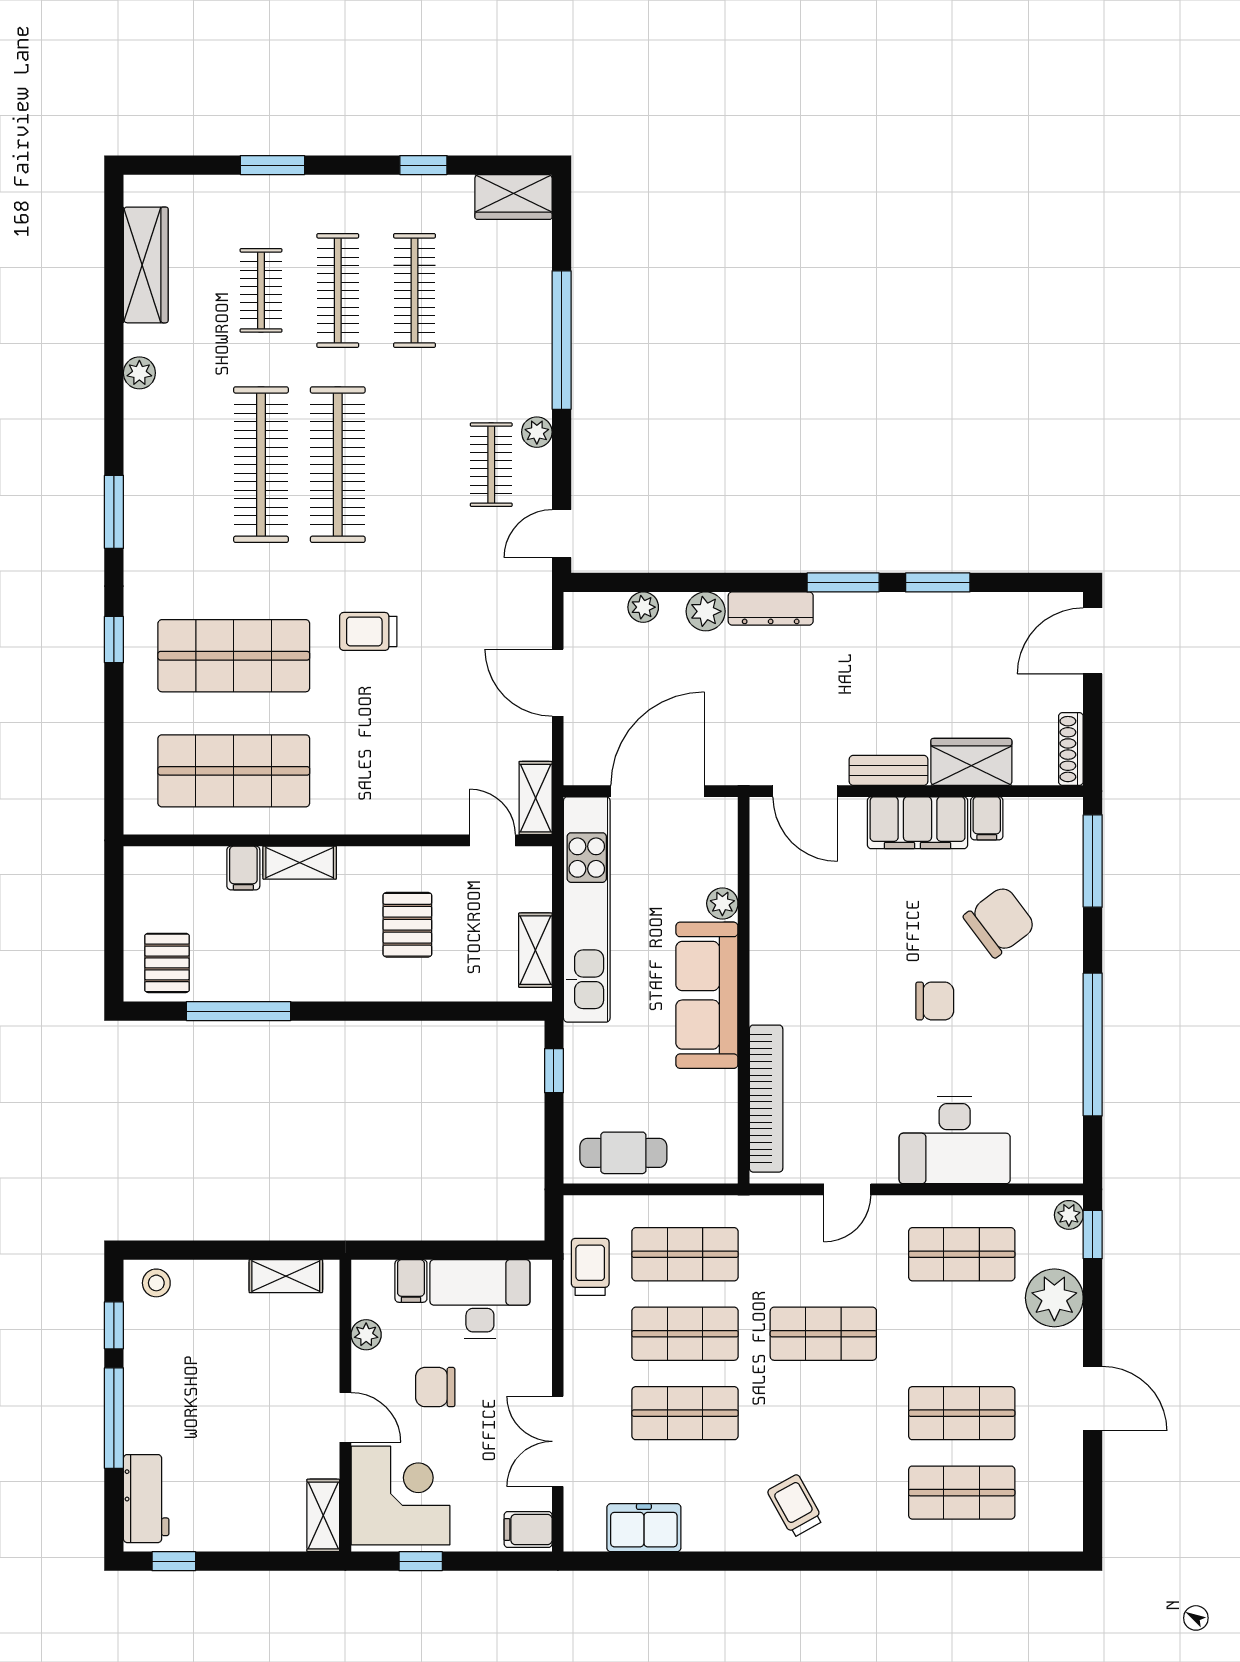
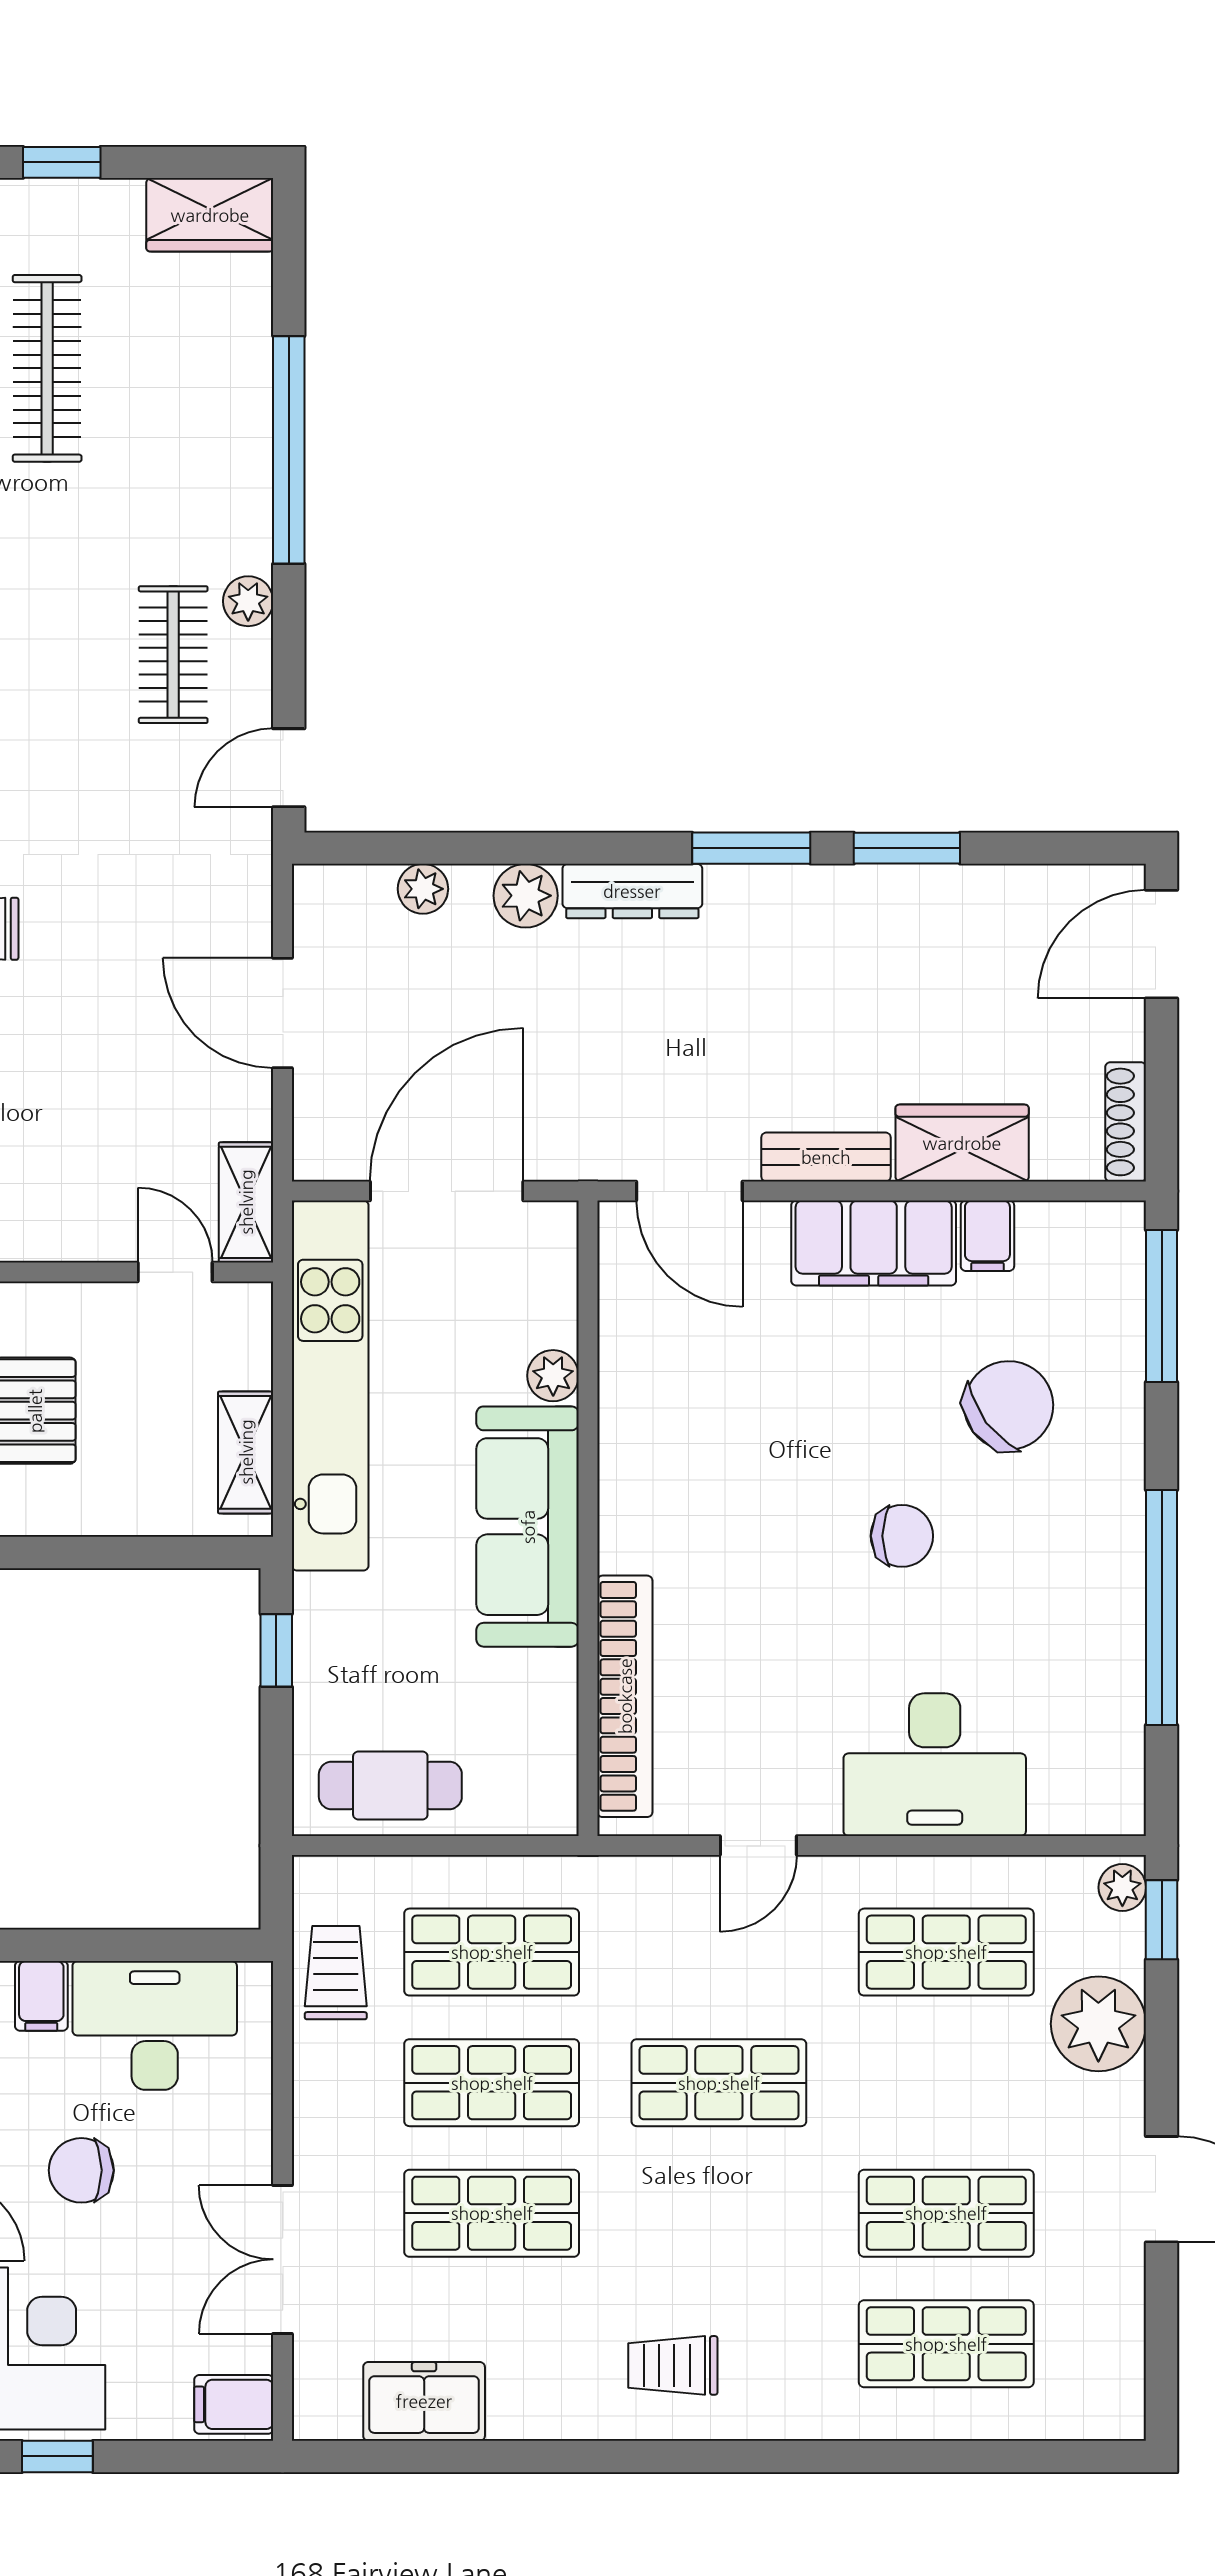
trolley: (795, 1506) -> (673, 2365), turned -61

